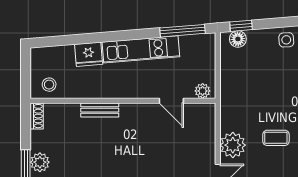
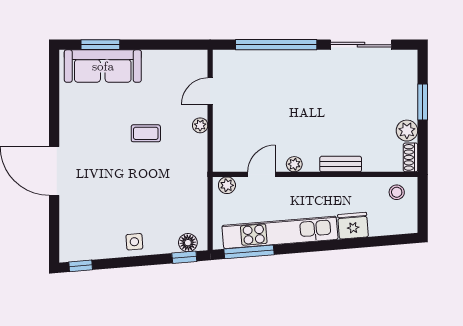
kitchen unit: (141, 49) -> (280, 232), width x1.36
door: (171, 101) -> (261, 174), hinge flipped
plant: (142, 110) -> (294, 164), added
plant: (233, 145) -> (200, 125), width x0.53, depth x0.53
plant: (40, 162) -> (407, 131), moved

